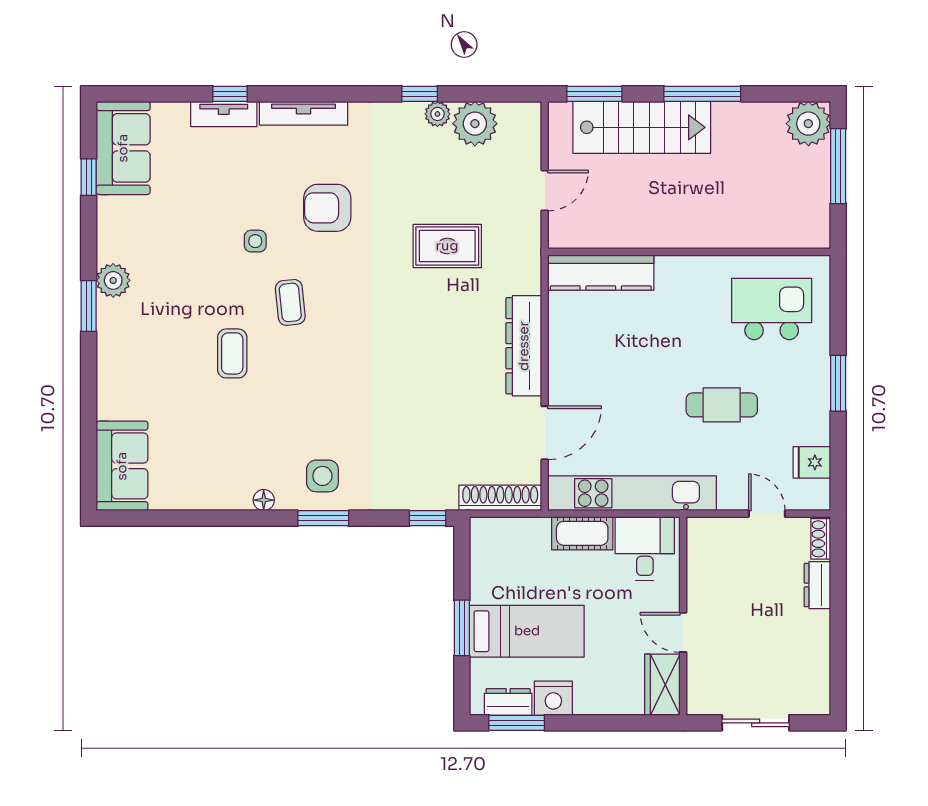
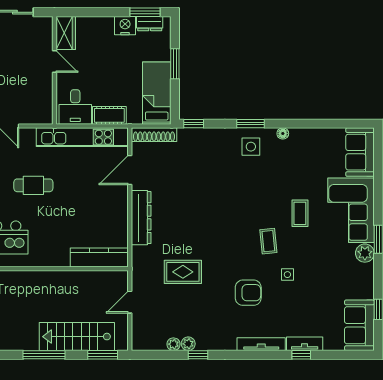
plant: (475, 124) -> (173, 344), width x0.53, depth x0.53
corner sofa: (139, 359) -> (351, 210), added
bed: (527, 631) -> (157, 93), moved, turned 90

